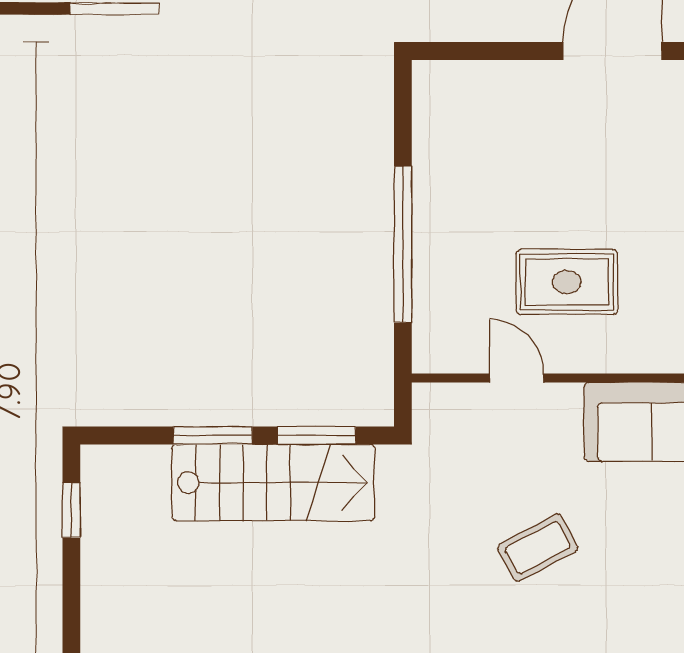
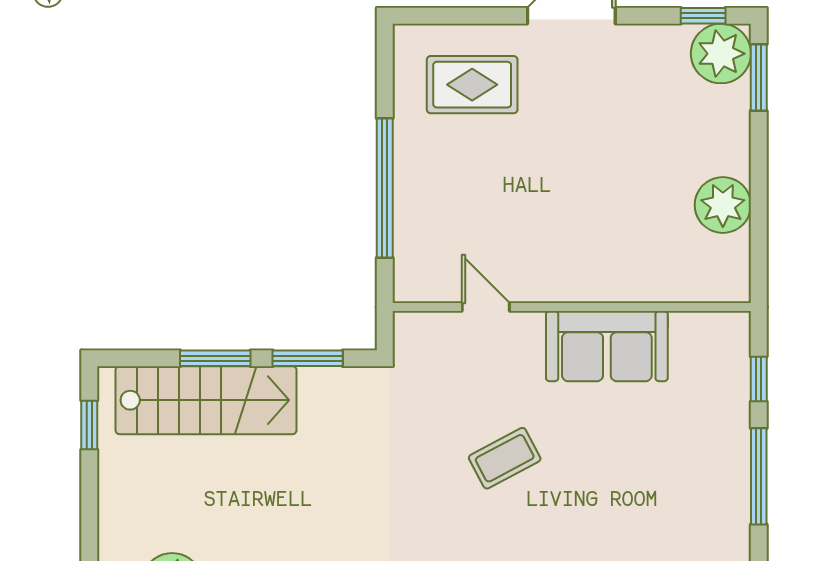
rug: (567, 282) -> (472, 85), moved
stairs: (273, 483) -> (206, 400), moved

